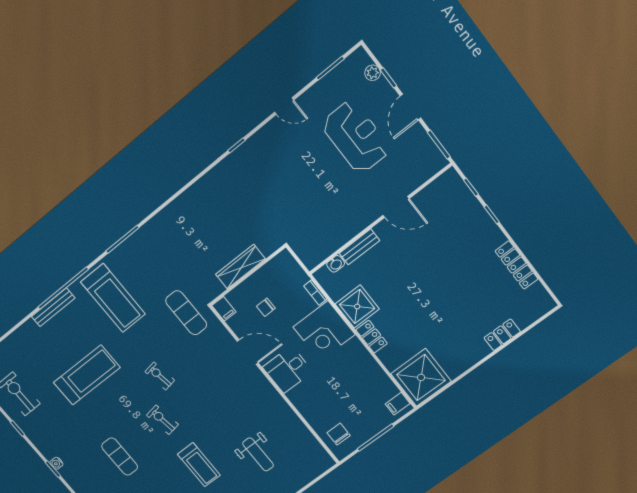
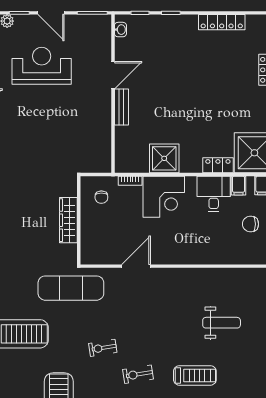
bench: (359, 247) -> (121, 107), moved
washbasin: (336, 264) -> (120, 30), moved
chair: (266, 307) -> (101, 197), moved
filing cabinet: (224, 309) -> (238, 186), moved, turned 90
exercise mat: (186, 313) -> (71, 288), width x1.36, depth x1.45
locker: (372, 337) -> (218, 165), moved
desk: (288, 369) -> (214, 194), moved, turned 180
chair: (339, 434) -> (251, 224), moved

